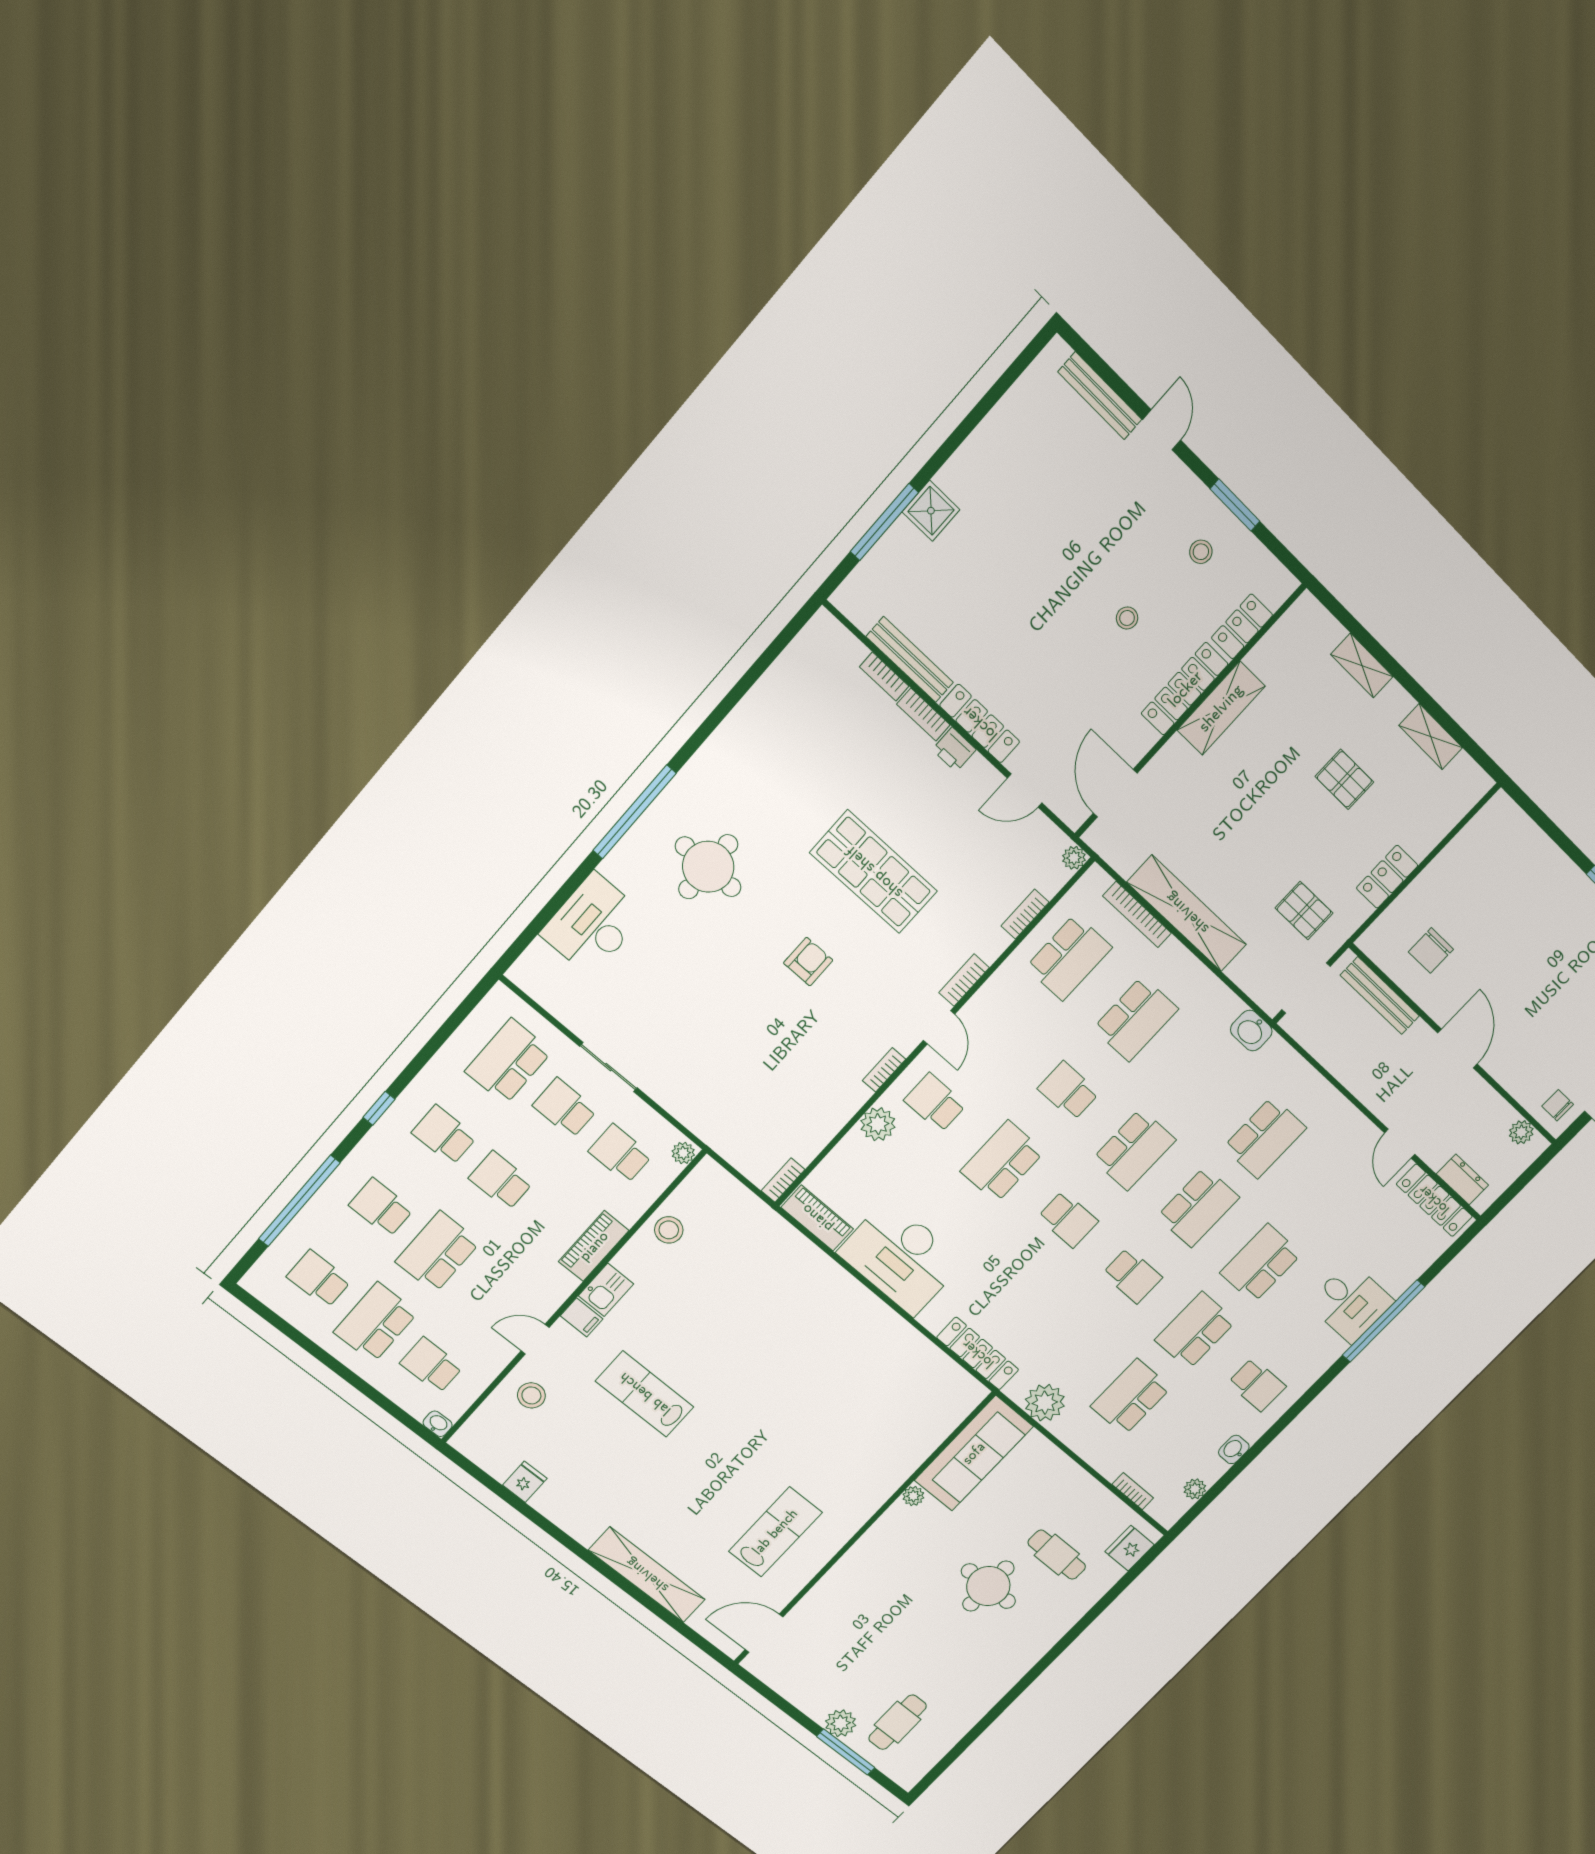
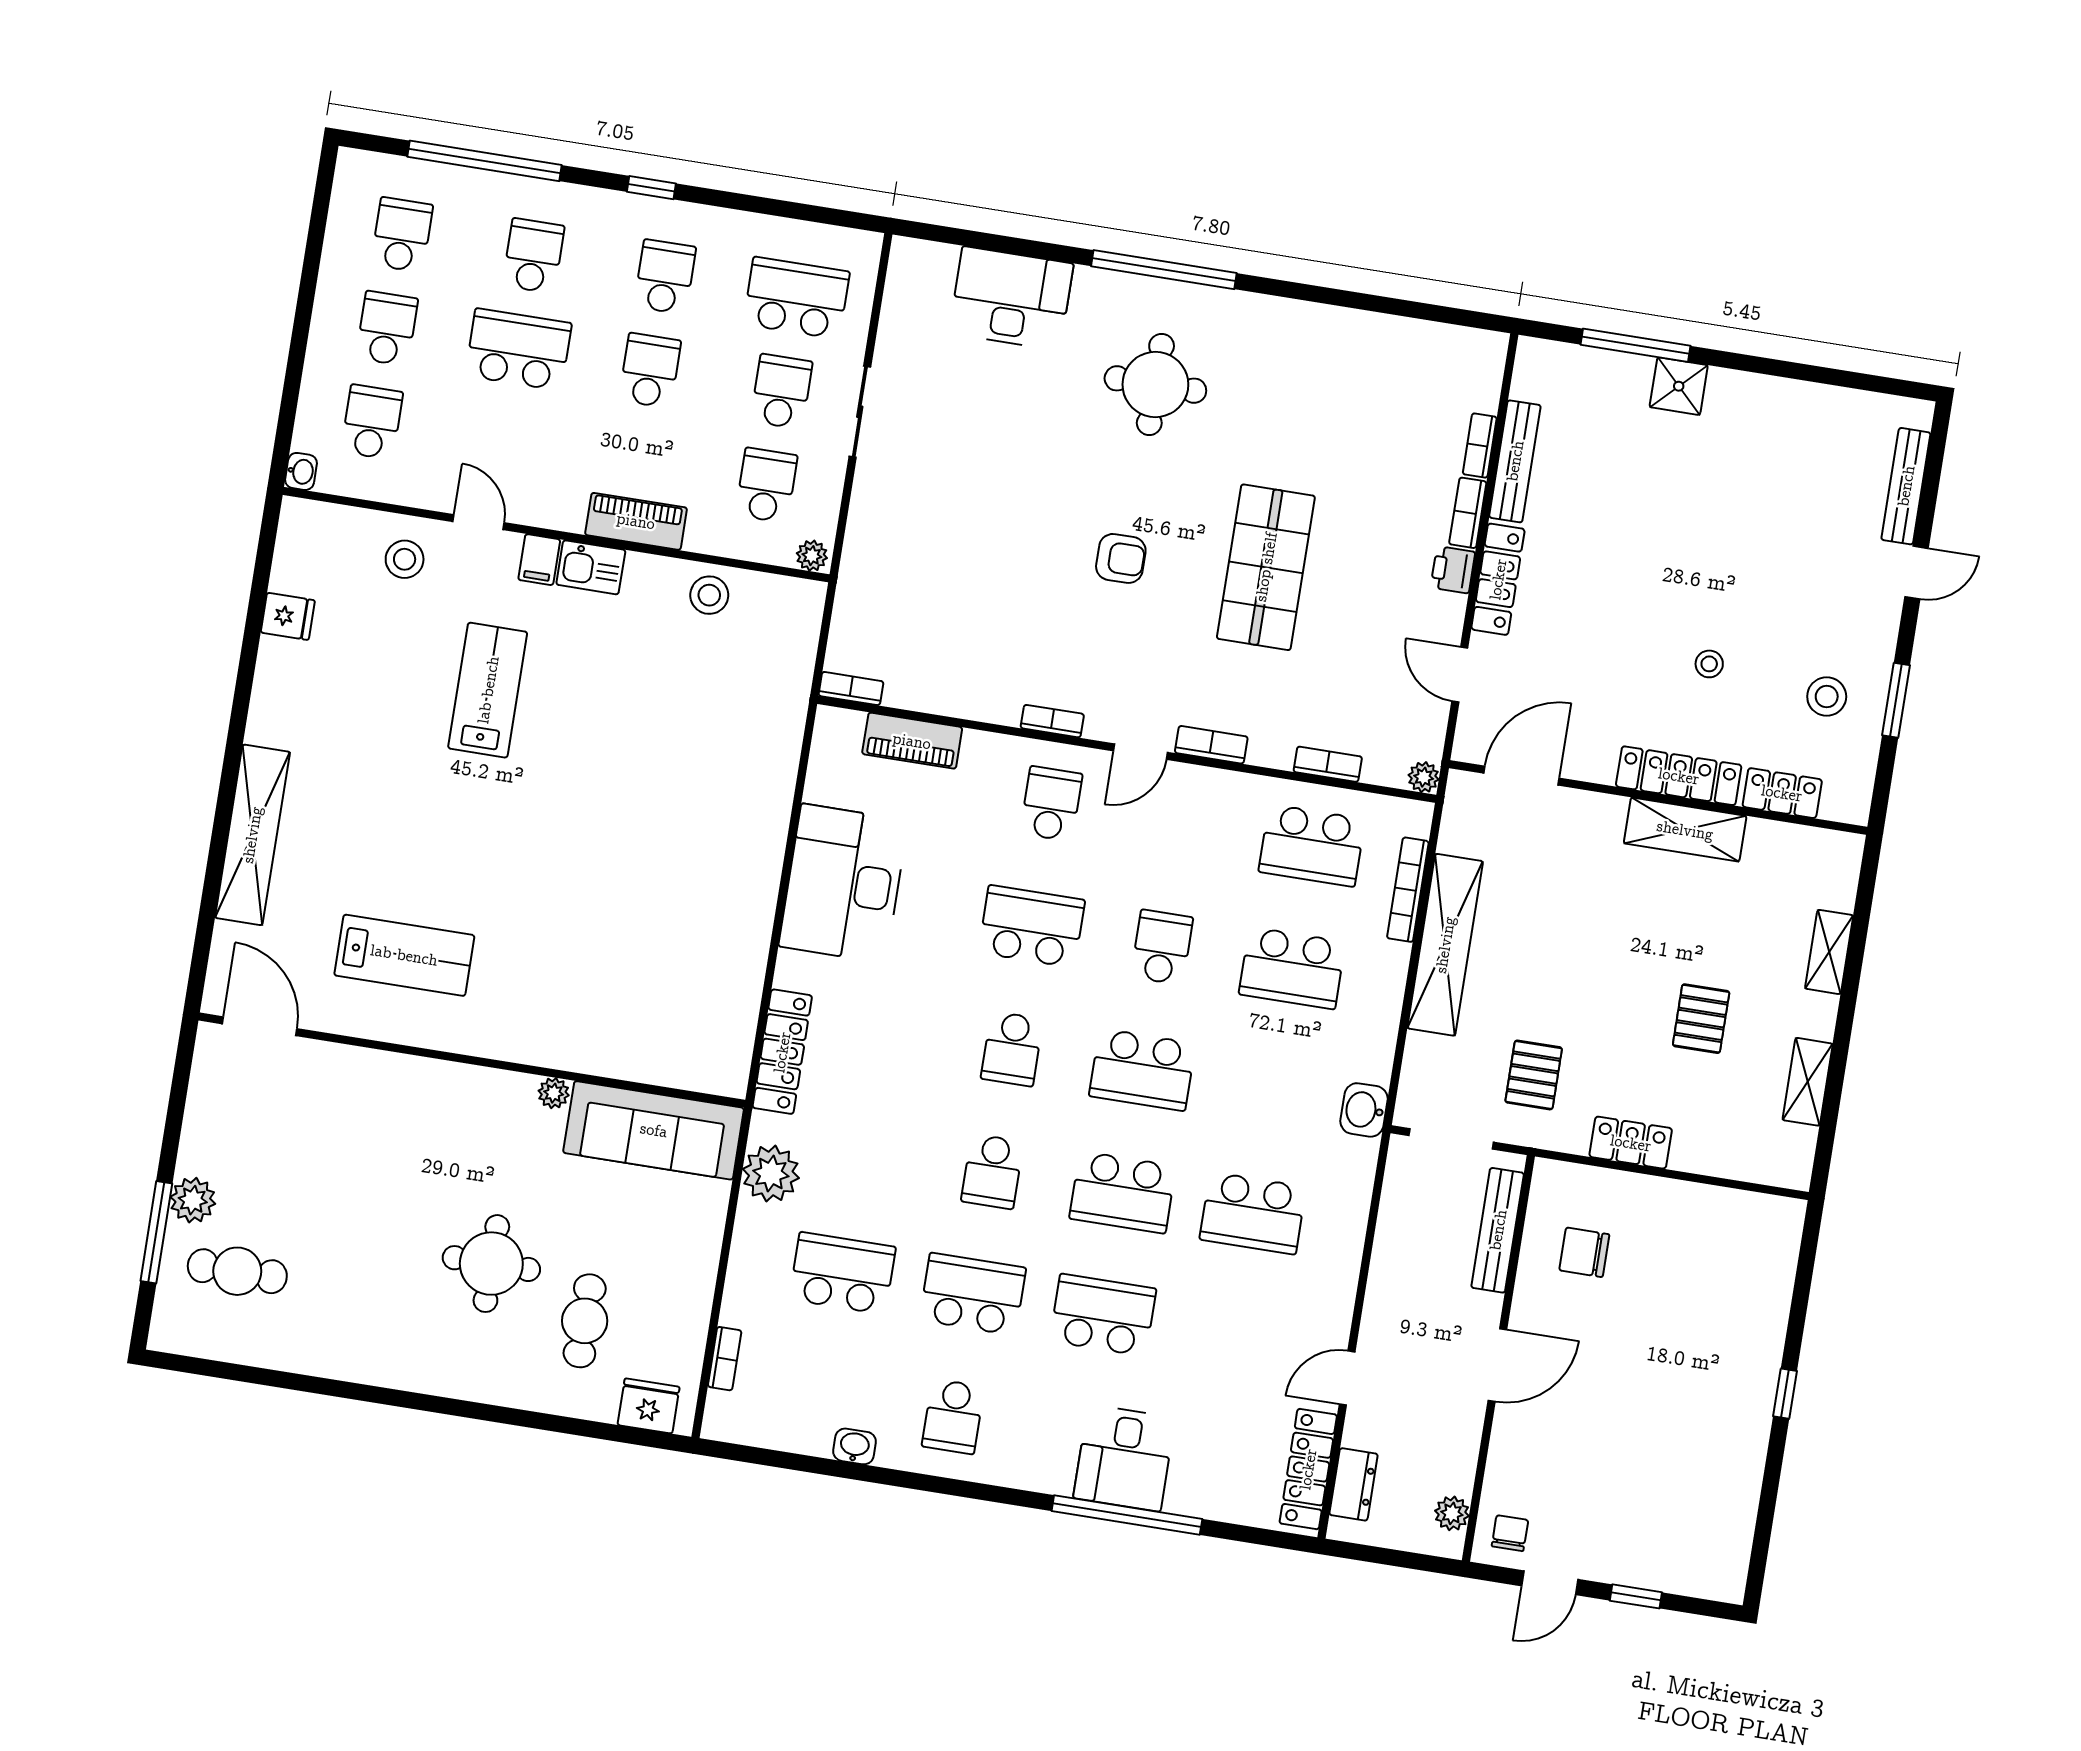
stool: (1201, 552) -> (1827, 697), width x1.37, depth x1.37
plant: (878, 1124) -> (985, 755), removed
piano: (817, 1218) -> (912, 741), moved, turned 90
school desk: (376, 1322) -> (387, 328), width x0.54
plant: (1195, 1489) -> (775, 1434), removed

